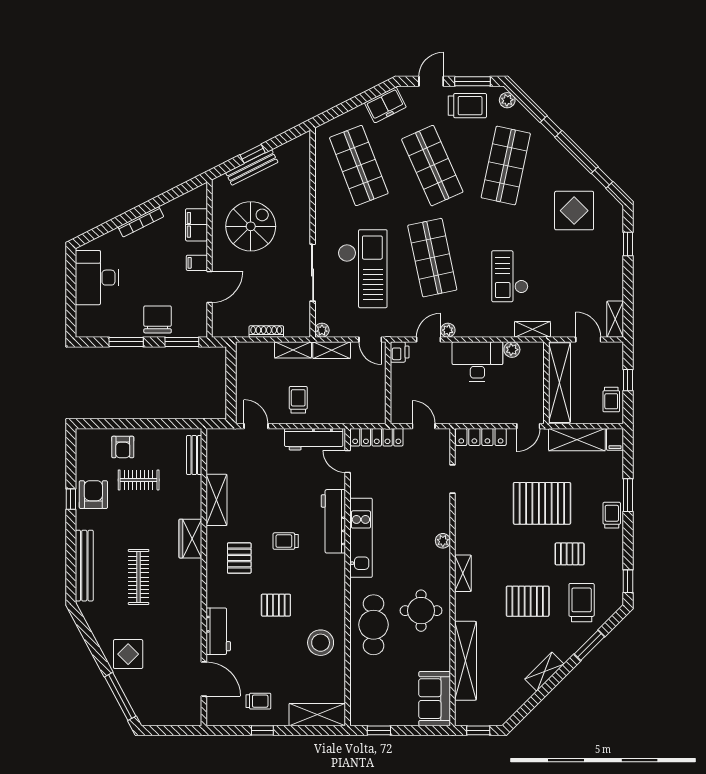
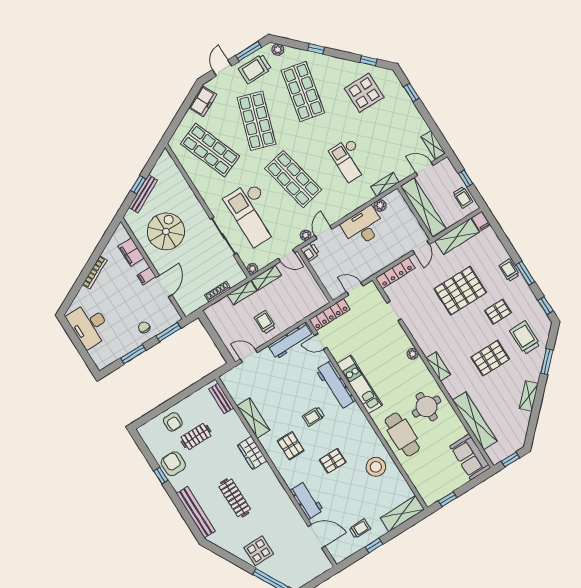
trolley: (467, 106) -> (255, 69), turned 180
shop shelf: (432, 166) -> (257, 121), turned 42
checkout: (363, 269) -> (253, 214), turned 180
chair: (158, 319) -> (144, 327), width x0.54, depth x0.54
plant: (448, 330) -> (306, 235), moved
window: (628, 495) -> (525, 273), moved

